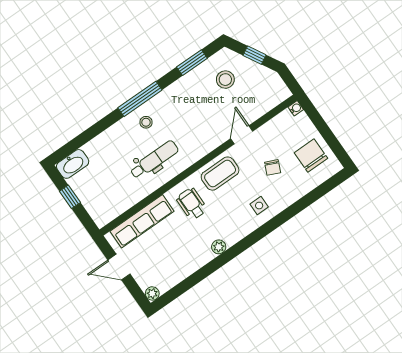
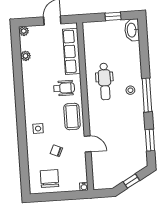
stool: (225, 80) -> (127, 154), removed
chair: (311, 156) -> (50, 179), turned -90
plant: (219, 247) -> (26, 56), moved

